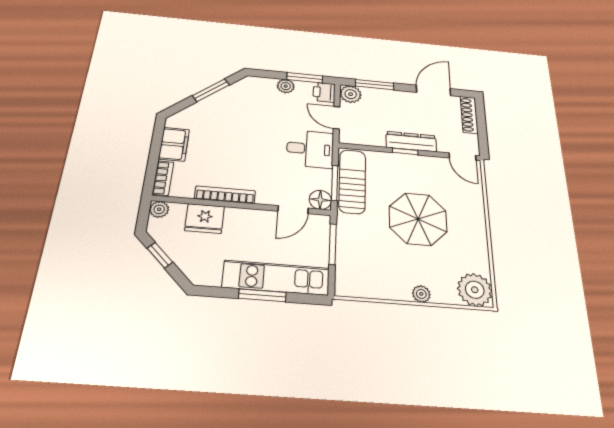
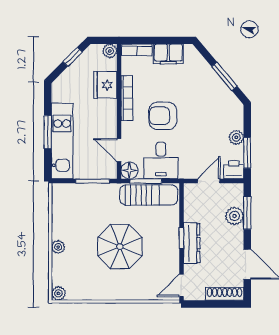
plant: (351, 94) -> (234, 216), moved
desk: (310, 149) -> (161, 161), moved
armchair: (253, 157) -> (163, 116), added
plant: (475, 290) -> (58, 293), width x0.53, depth x0.53

